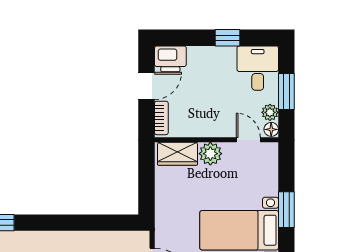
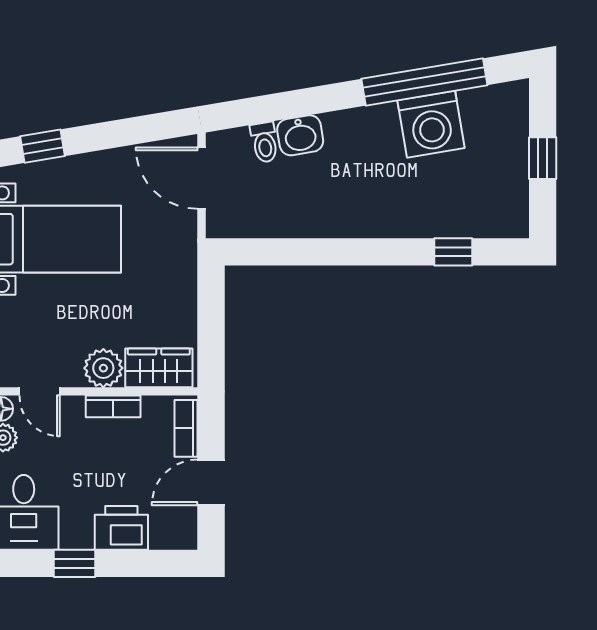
printer: (170, 59) -> (121, 528), moved
bookcase: (205, 131) -> (113, 406), added

